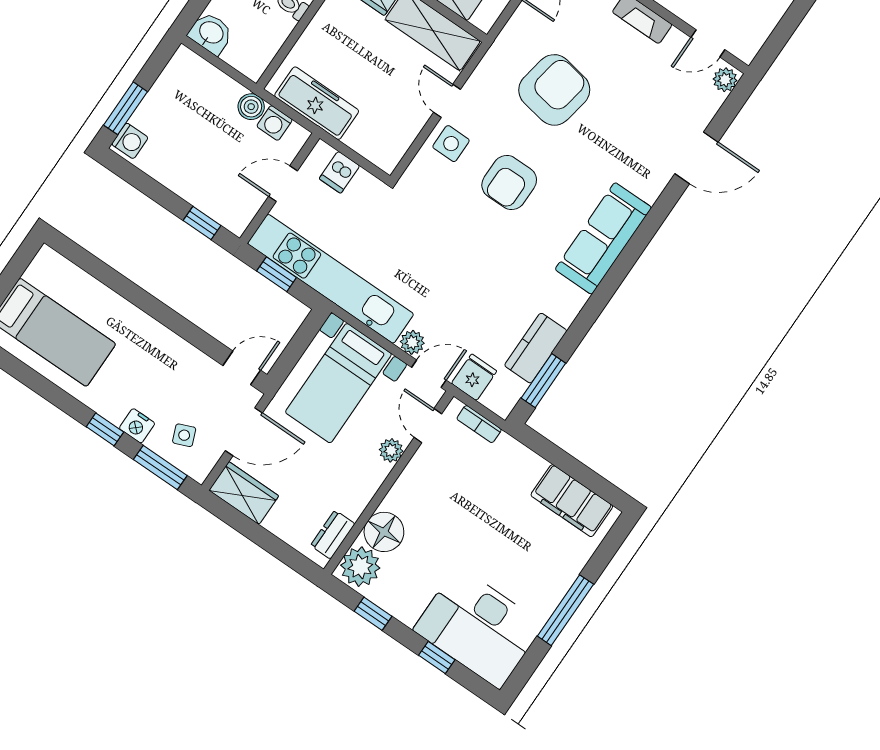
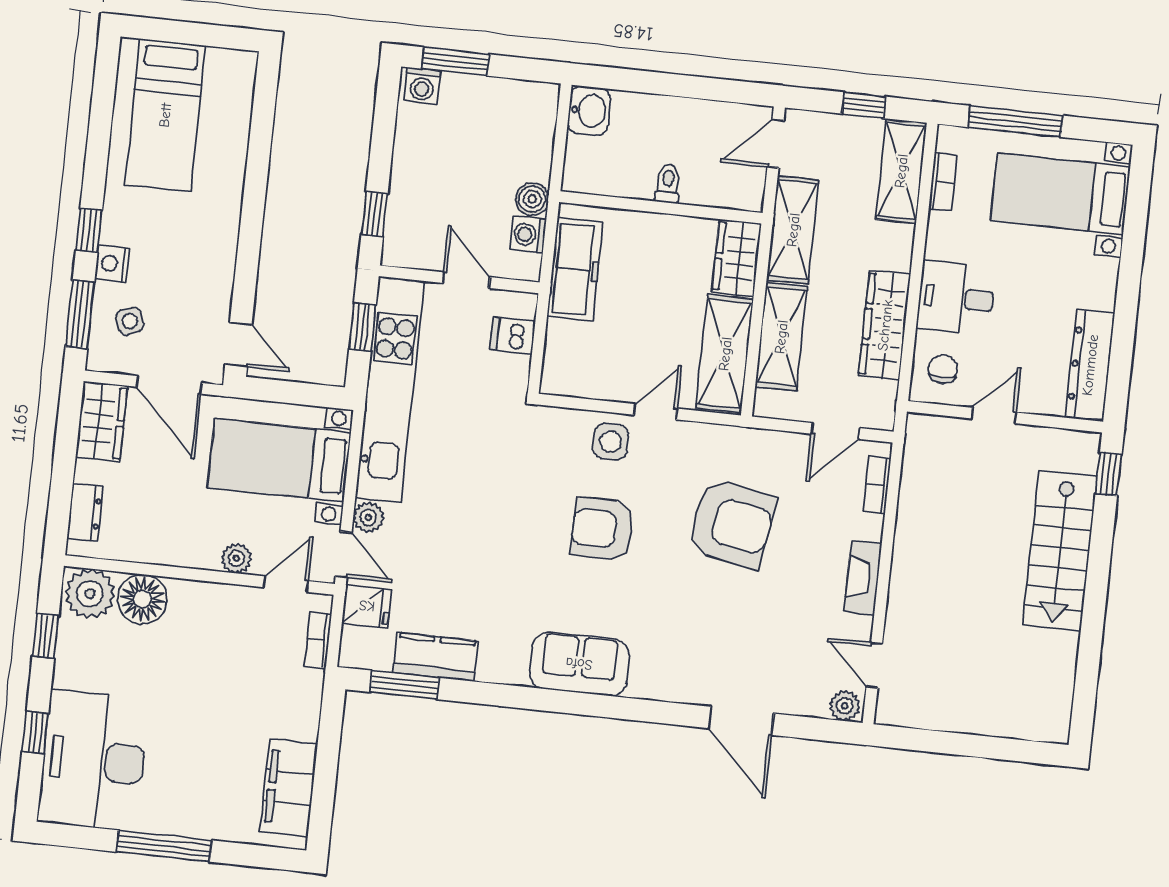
sofa: (603, 238) -> (579, 664), width x0.73
dresser: (333, 535) -> (85, 513), moved, turned 90

